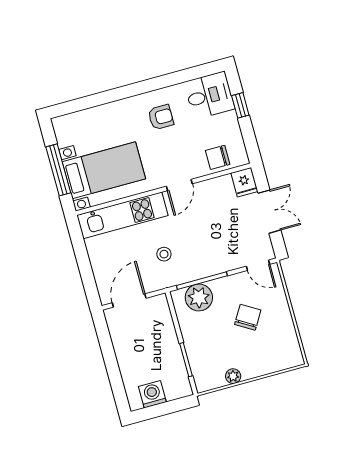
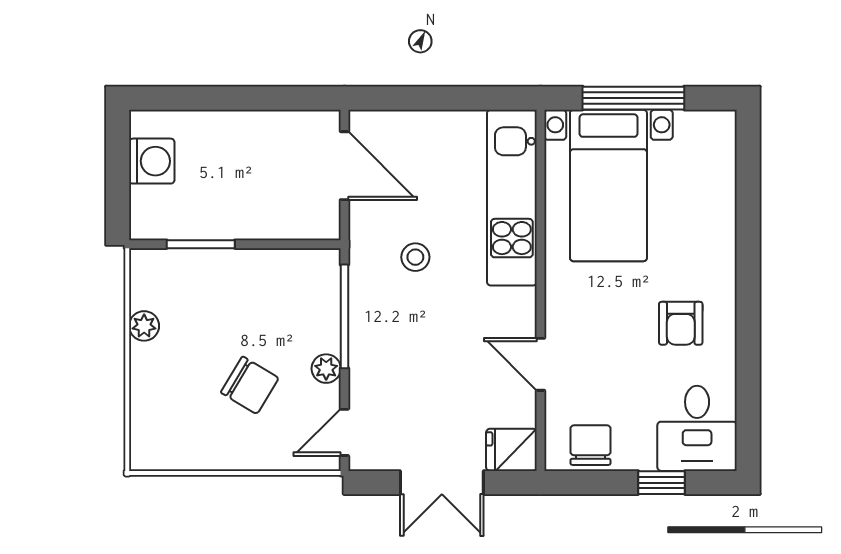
chair: (218, 157) -> (590, 445), moved
door: (179, 185) -> (541, 364), moved
plant: (199, 297) -> (326, 369), moved, width x0.53, depth x0.53

